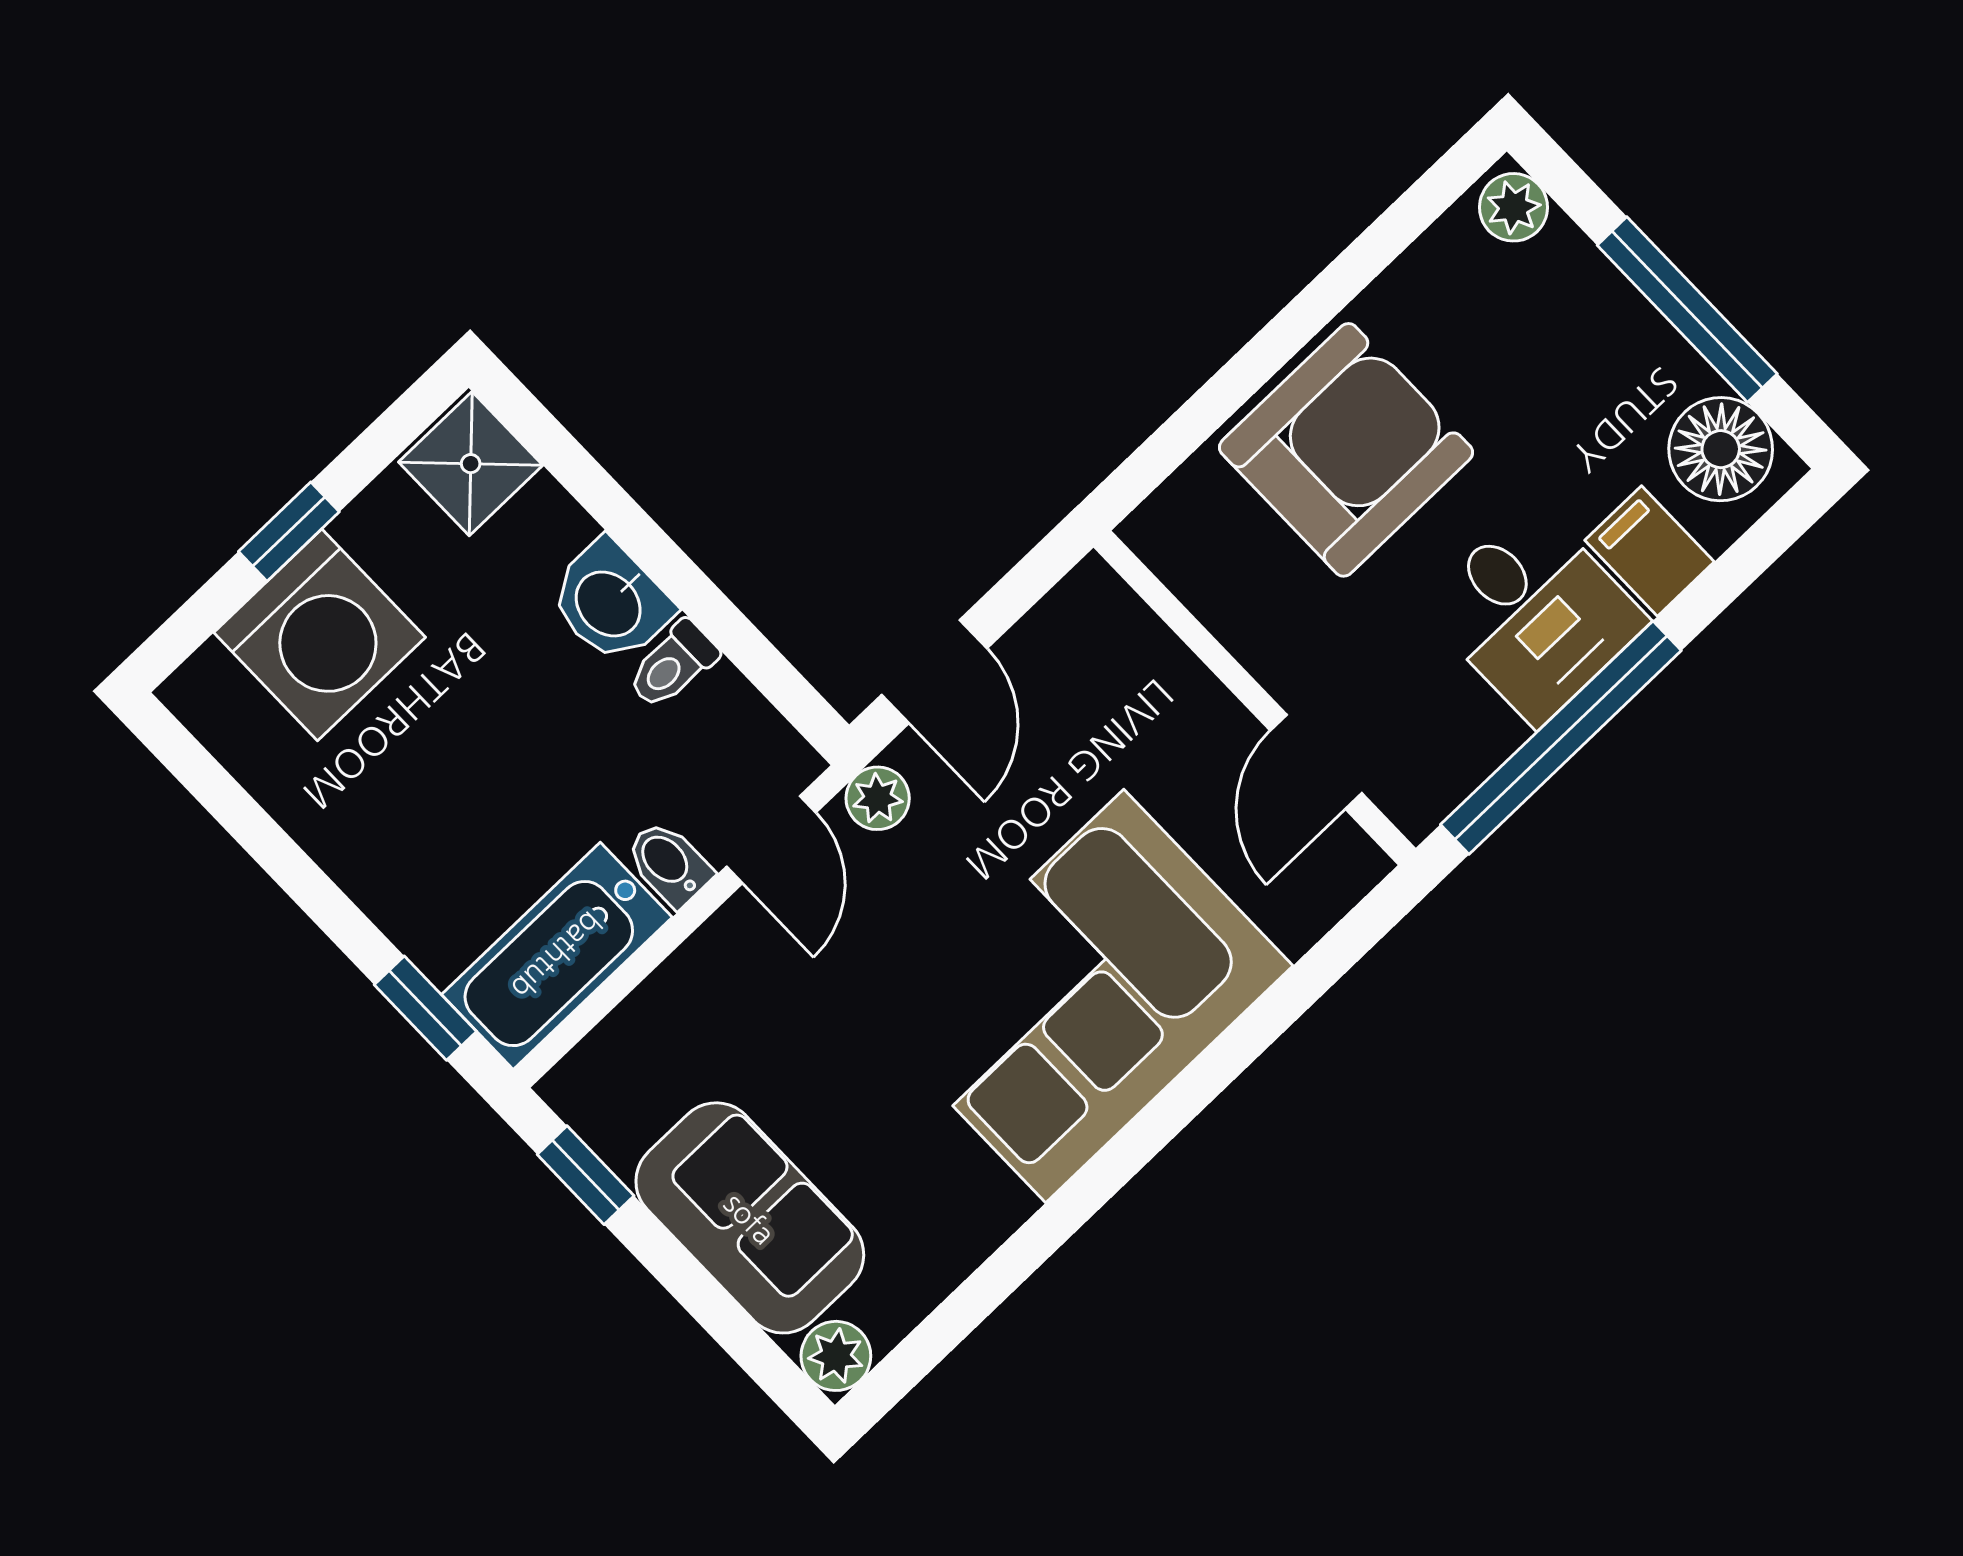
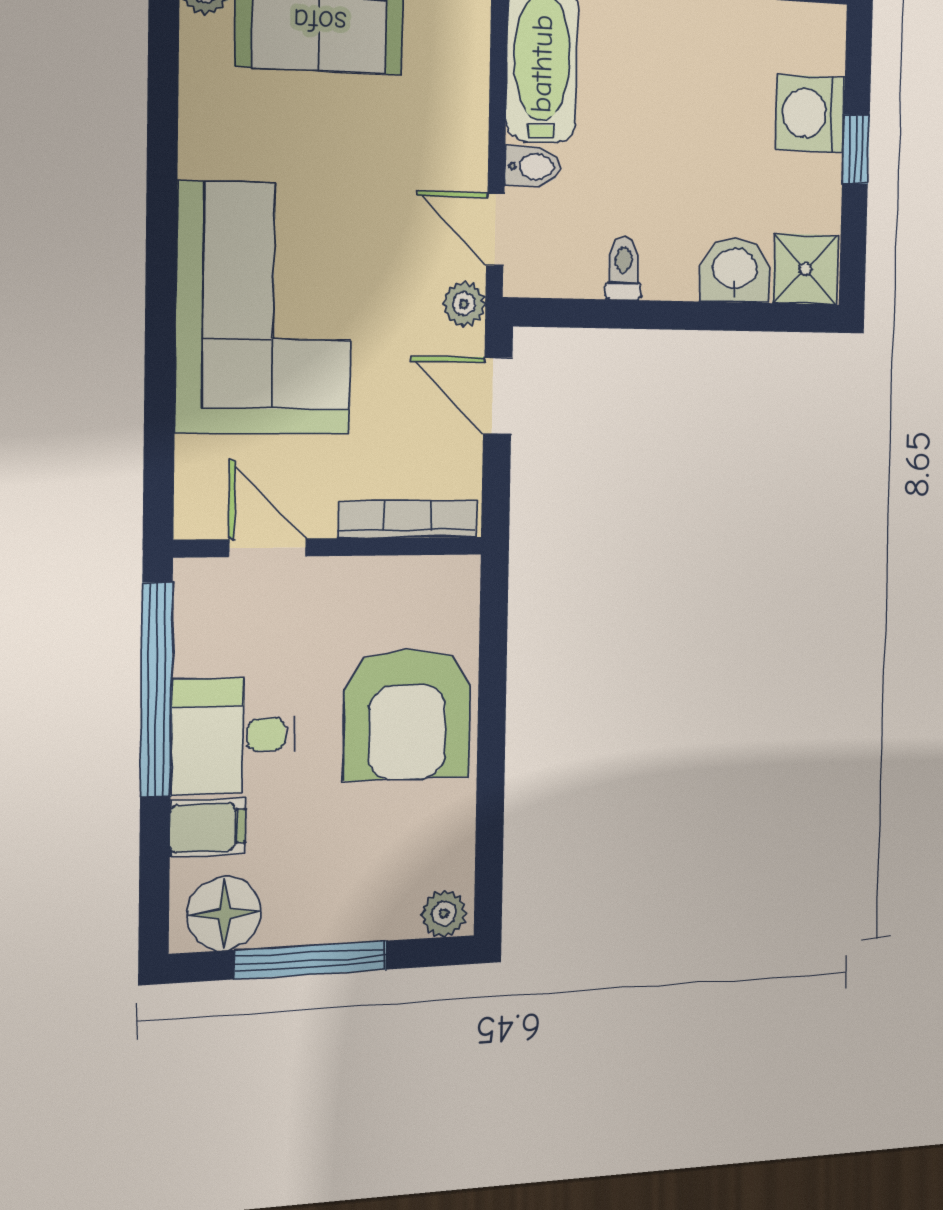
washbasin: (610, 602) -> (735, 270), moved
washing machine: (320, 635) -> (810, 113), width x0.73, depth x0.73
bookcase: (1150, 644) -> (408, 519), added

